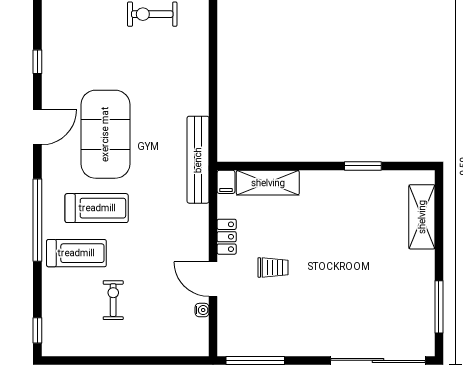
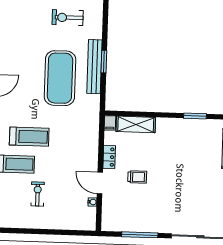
window: (213, 83) -> (104, 62), added
exercise mat: (105, 134) -> (60, 78), moved
bench: (198, 160) -> (94, 67), moved
window: (255, 360) -> (140, 235), moved

